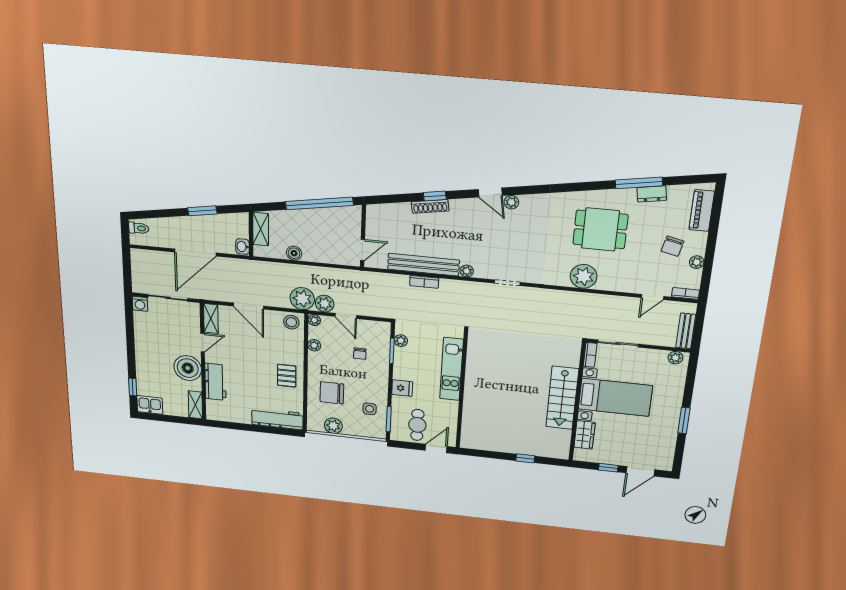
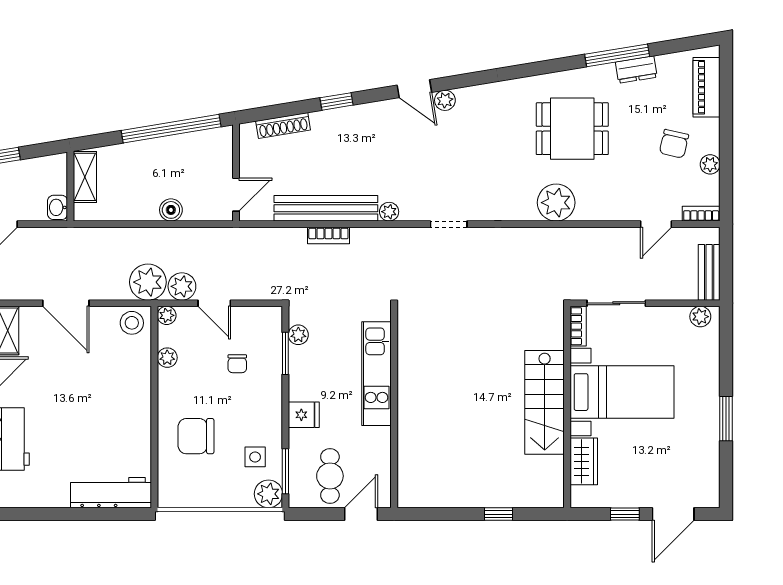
shoe rack: (430, 206) -> (283, 126), moved
boiler: (294, 253) -> (171, 210), moved
pallet: (287, 376) -> (125, 415), removed
plant: (333, 426) -> (268, 494), moved

